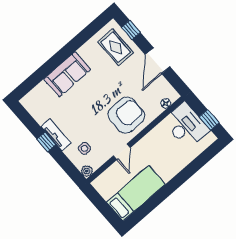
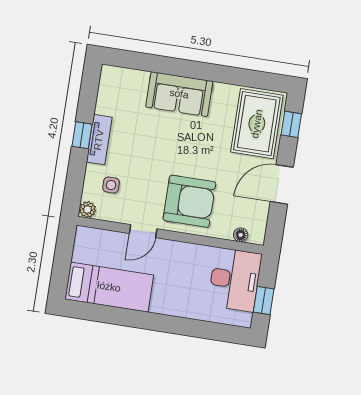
rug: (116, 47) -> (257, 124), width x1.36, depth x1.43

